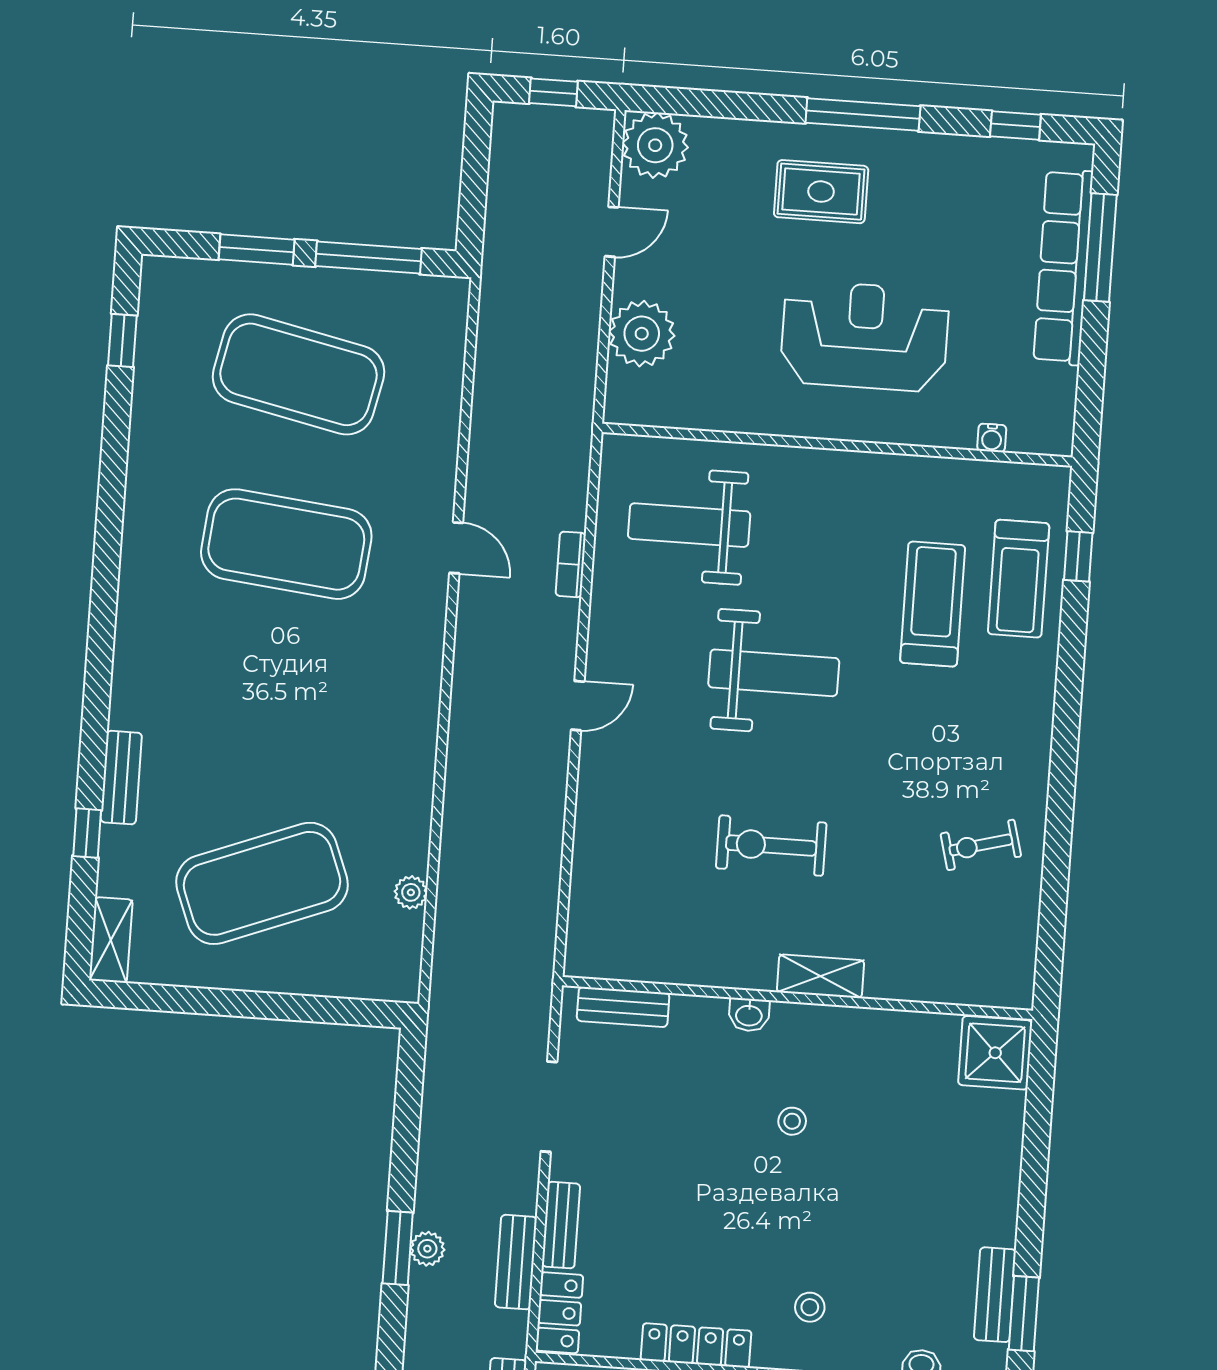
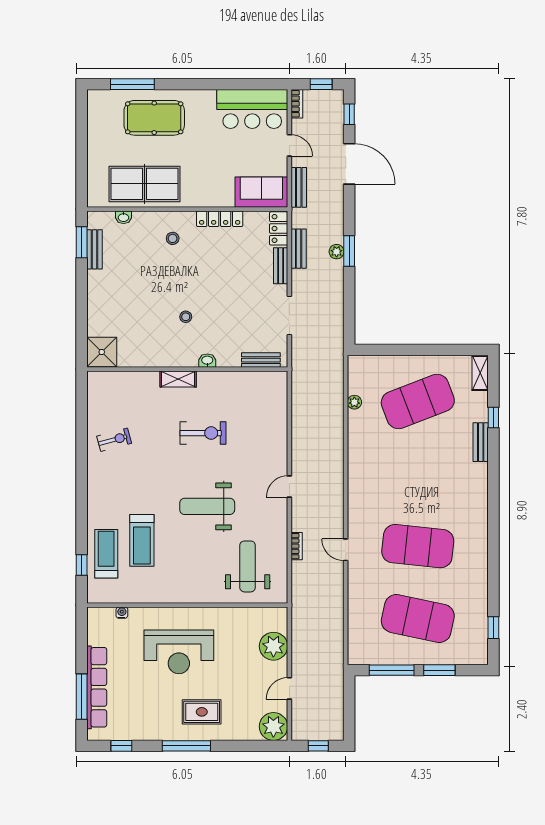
weight bench: (689, 525) -> (248, 566), turned -90

